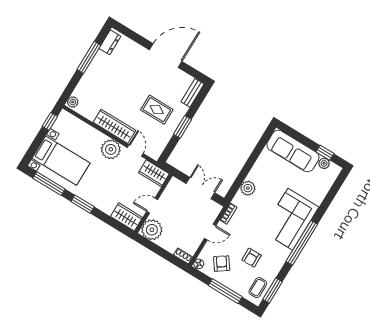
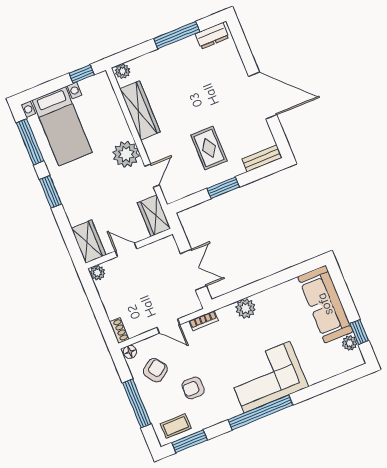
wardrobe: (114, 126) -> (140, 110), moved
plant: (152, 230) -> (97, 273), width x0.53, depth x0.53

